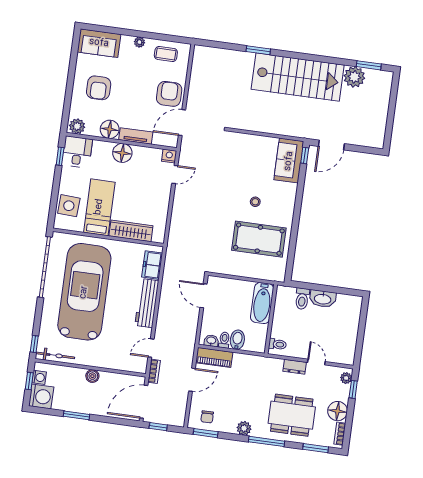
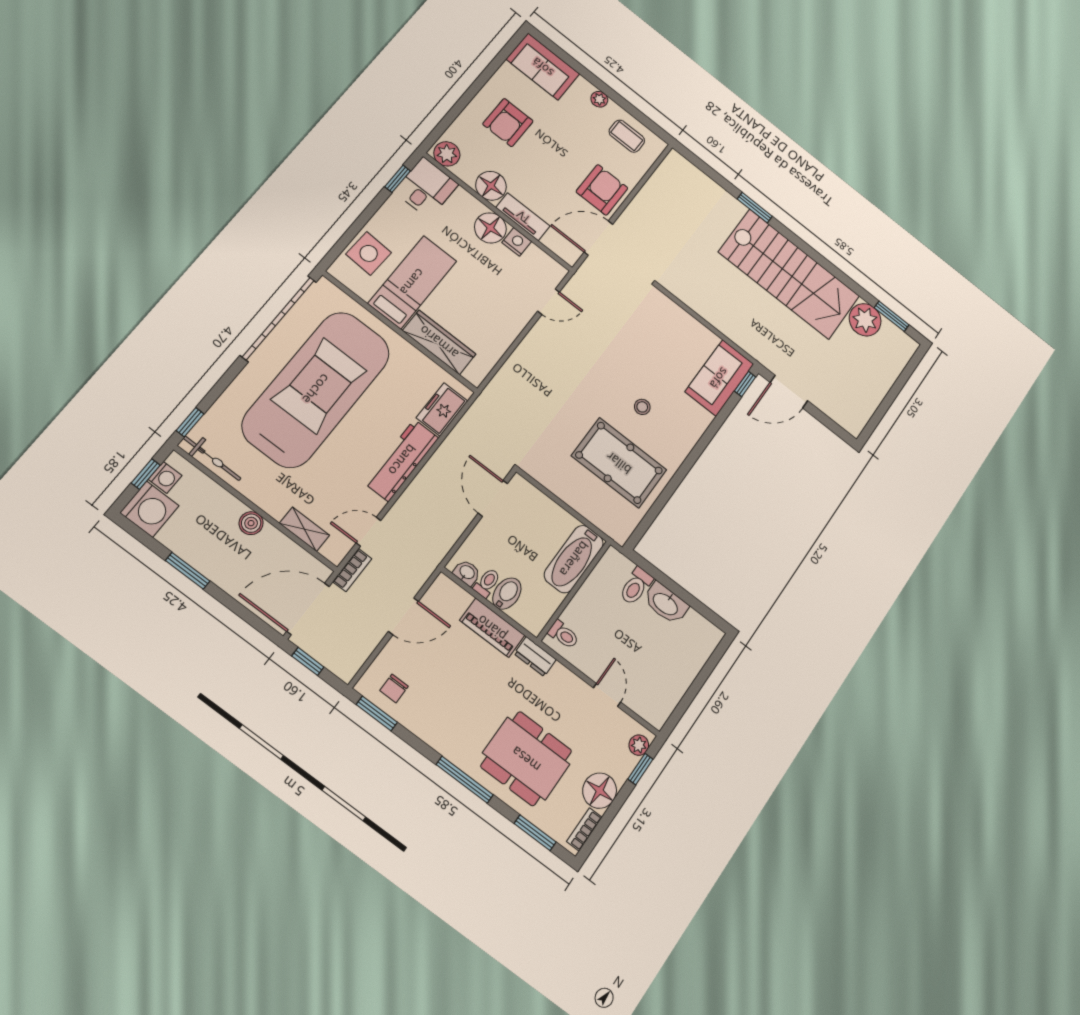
nightstand: (169, 156) -> (517, 242), moved
piano: (214, 357) -> (492, 628), moved
shelving: (119, 364) -> (304, 529), added
dresser: (295, 367) -> (535, 657), moved
plant: (244, 428) -> (441, 739), removed

